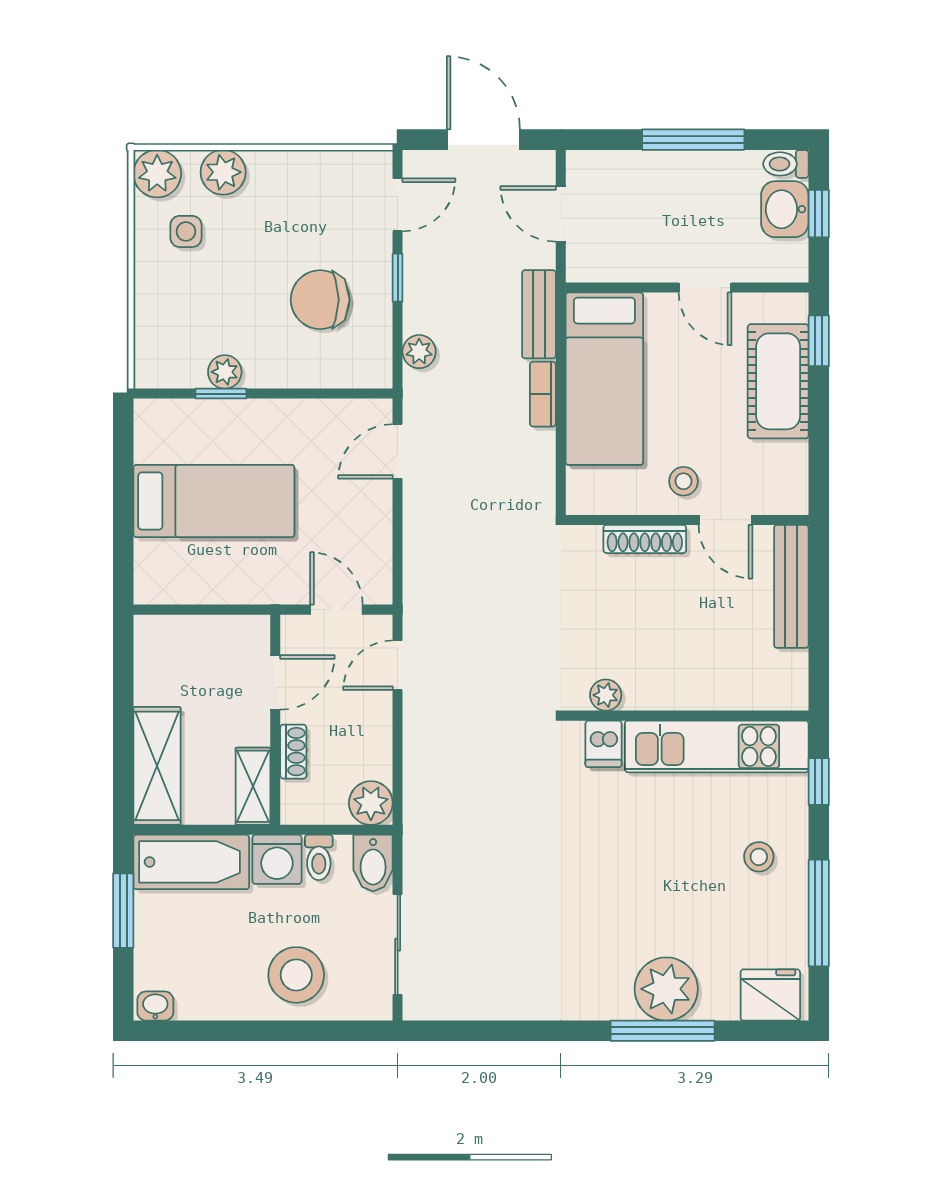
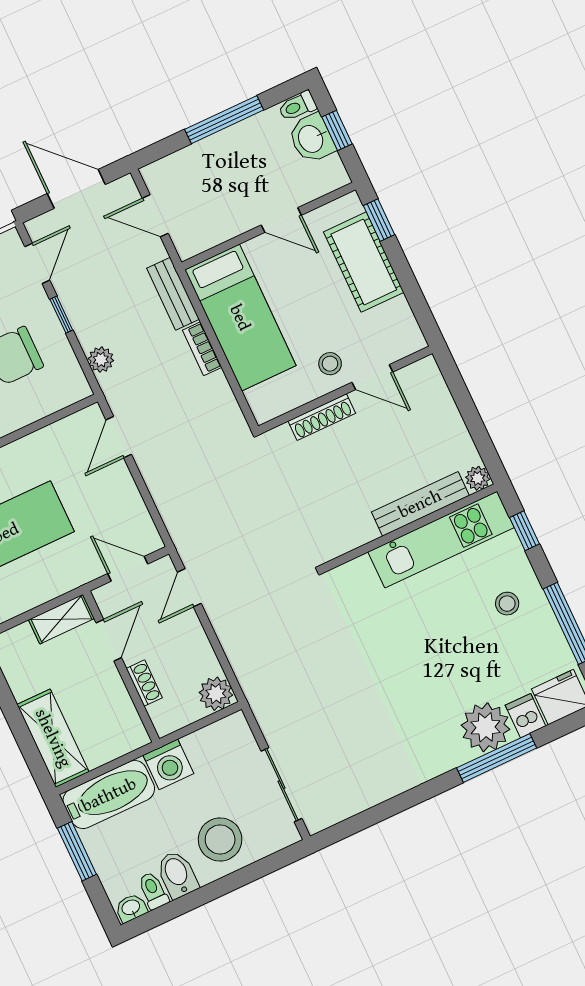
bench: (791, 586) -> (420, 504), moved, turned 90
plant: (606, 695) -> (478, 478), moved
dishwasher: (604, 744) -> (526, 716), moved, turned 180
shelving: (253, 786) -> (61, 619), moved, turned 90
toilet: (319, 857) -> (153, 891), moved, turned 180
bidet: (373, 863) -> (177, 874), moved, turned 180

